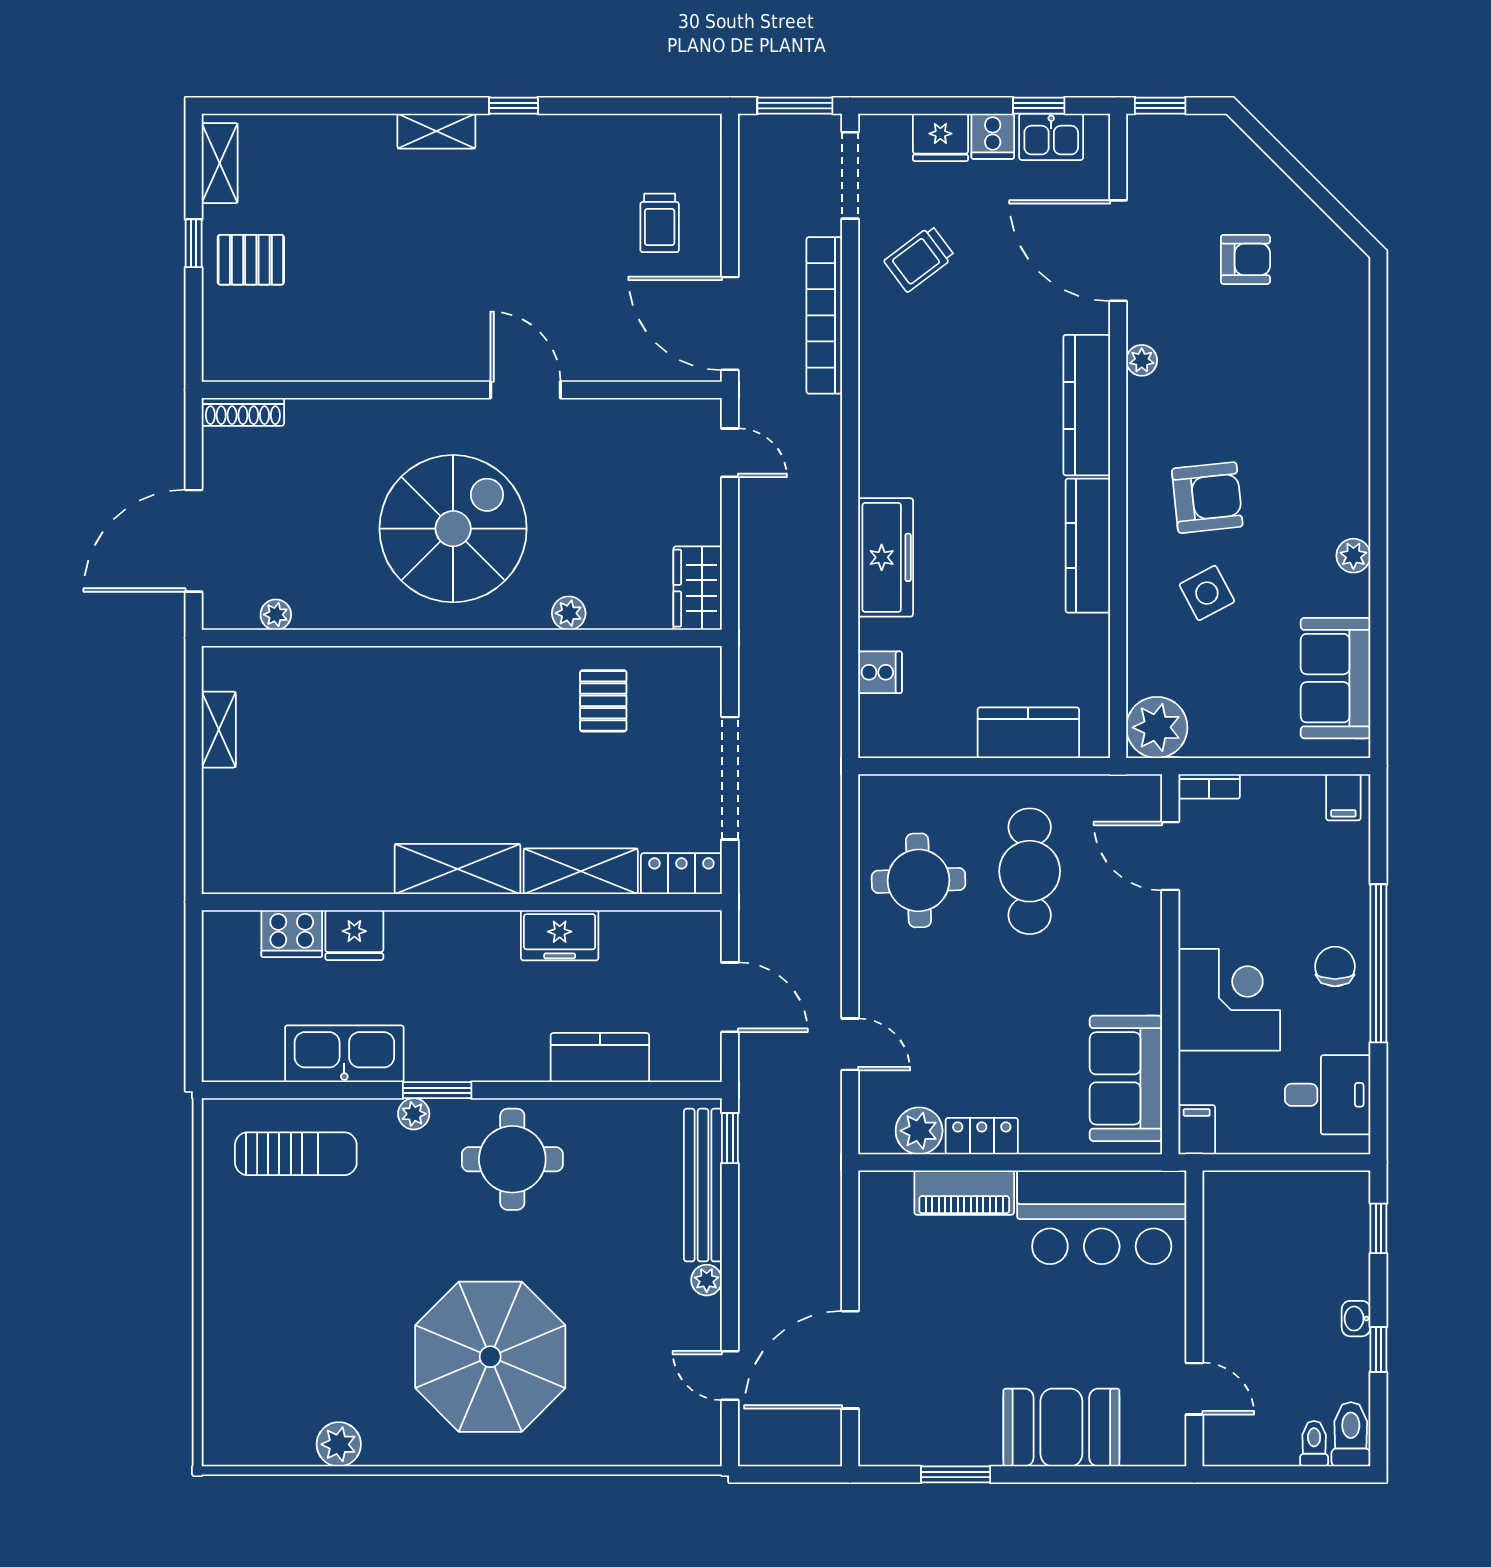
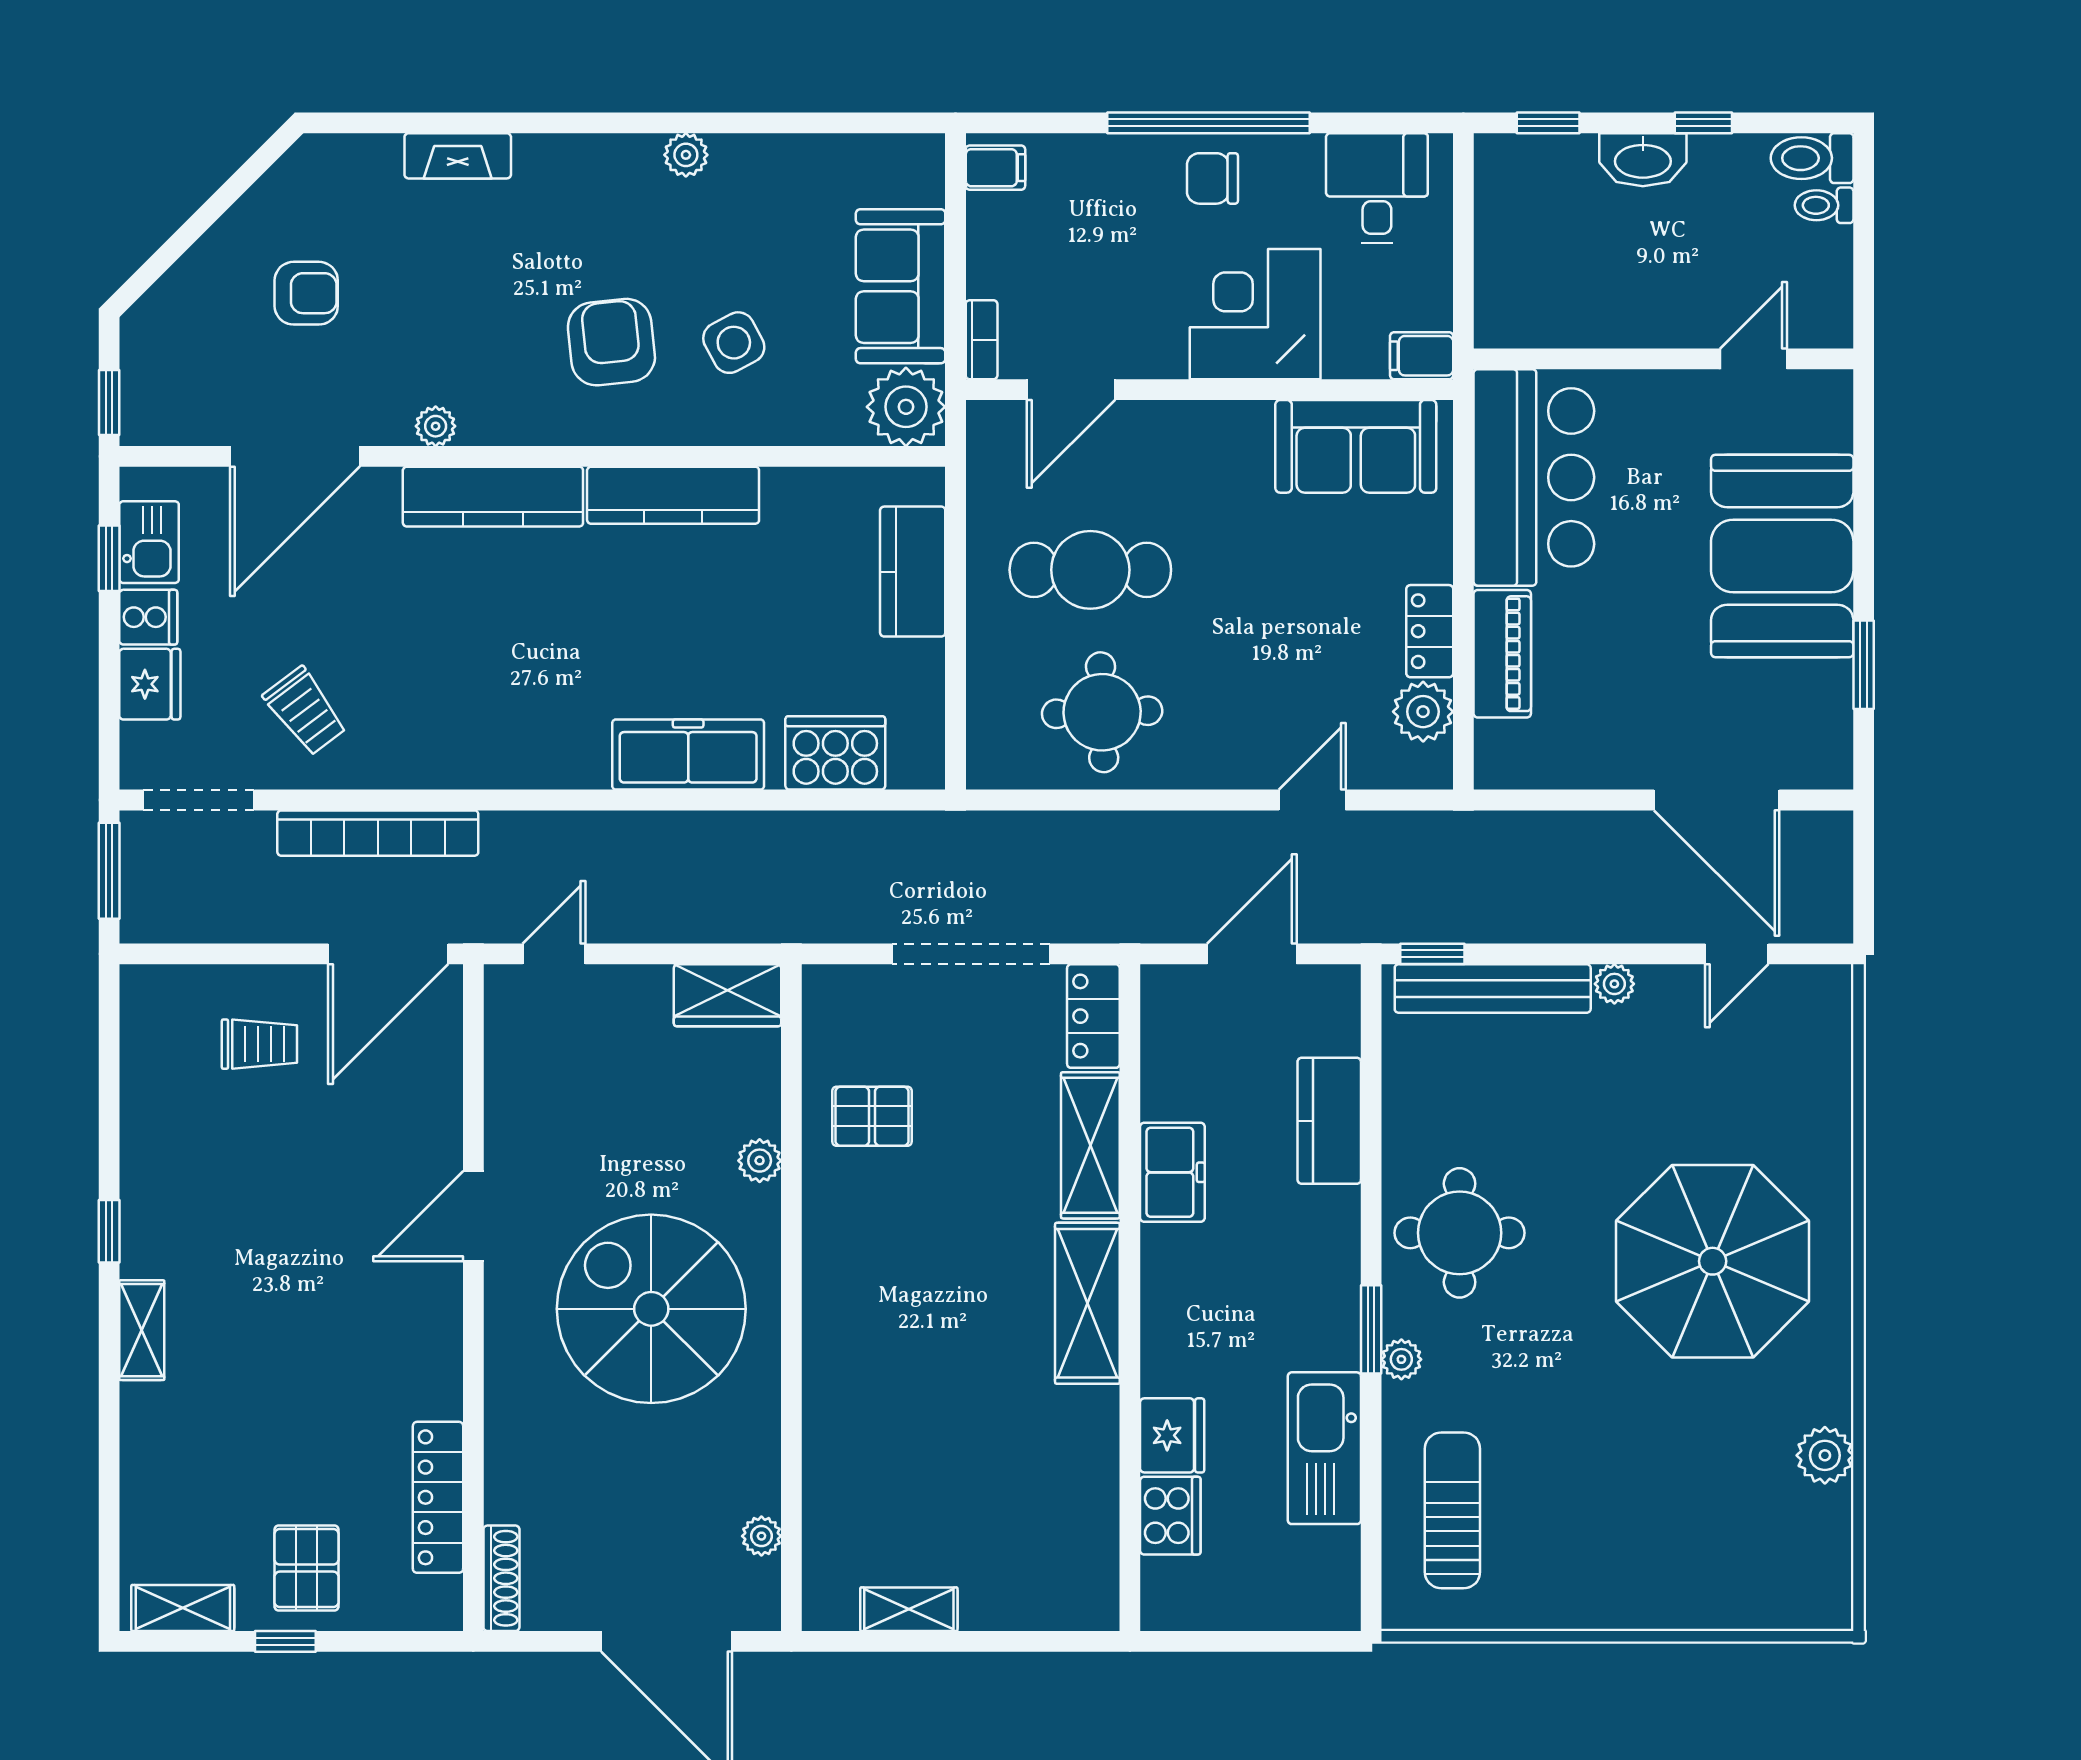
armchair: (1245, 259) -> (306, 293), turned 90
locker: (306, 362) -> (438, 1497), added
fireplace: (1353, 378) -> (458, 156), added
cooker: (880, 672) -> (835, 753), width x1.87, depth x1.31
sofa: (1336, 678) -> (901, 286), moved, turned 90
washbasin: (1356, 1319) -> (1643, 160), width x1.91, depth x1.45
booth: (1061, 1428) -> (1782, 556), width x1.36, depth x1.42

